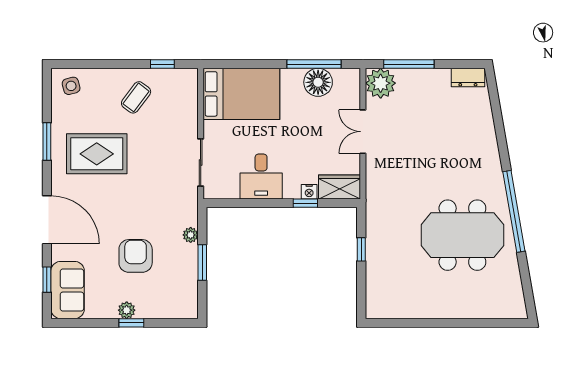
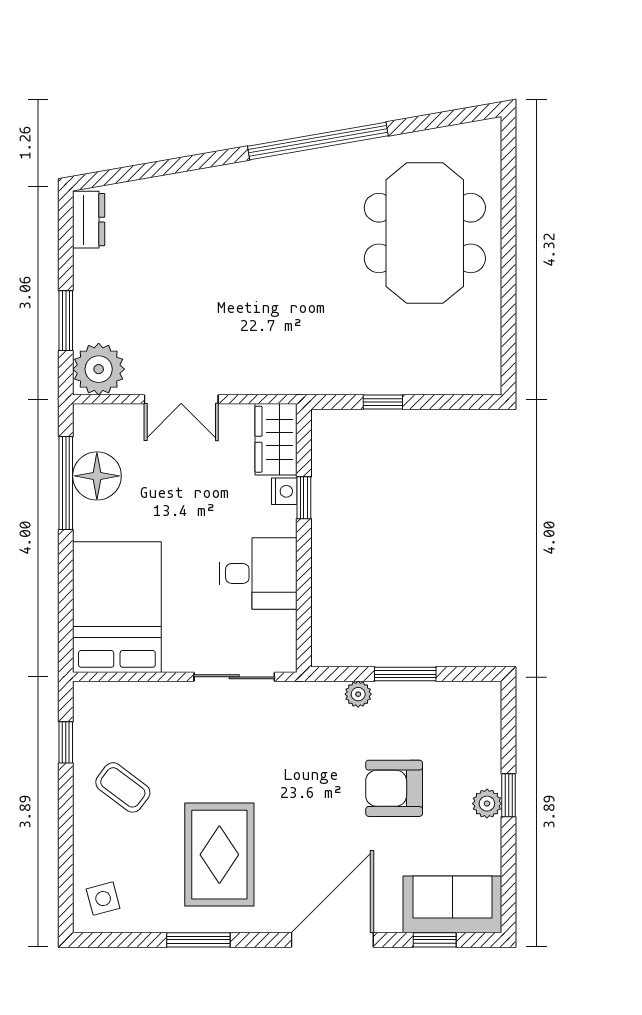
window: (409, 64) -> (66, 321), width x0.69
meeting table: (462, 235) -> (425, 233), moved

